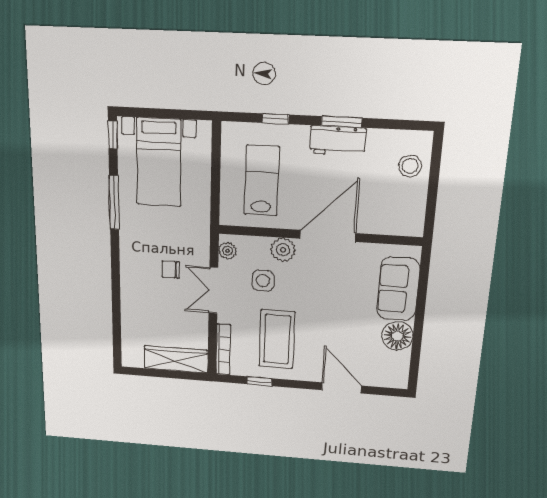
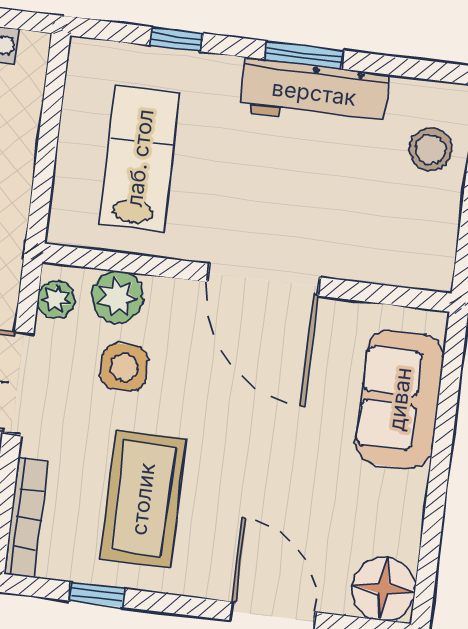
workbench: (338, 141) -> (314, 93), width x1.38
door: (328, 236) -> (264, 280), swing flipped
plant: (283, 250) -> (118, 297), moved
floor lamp: (397, 336) -> (384, 589), moved

